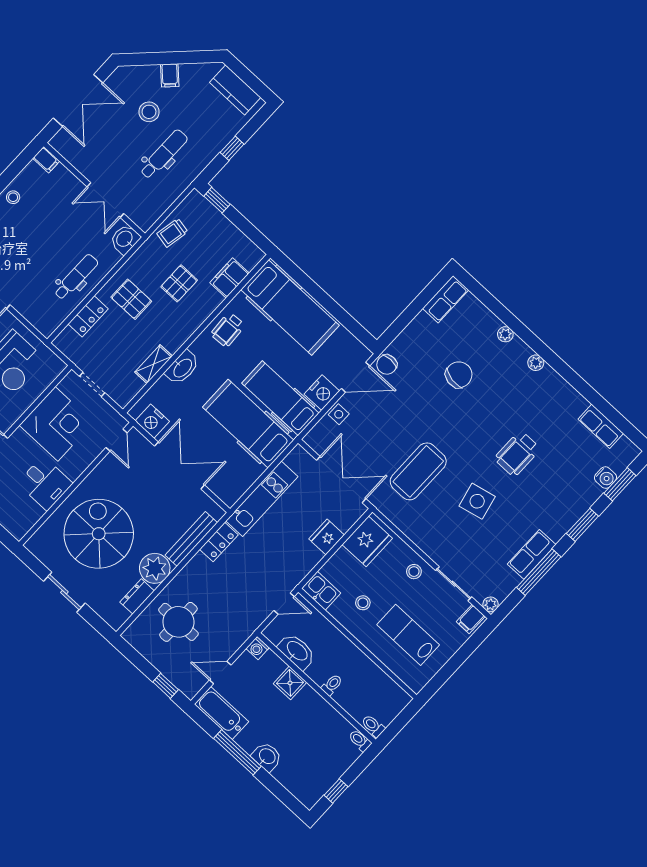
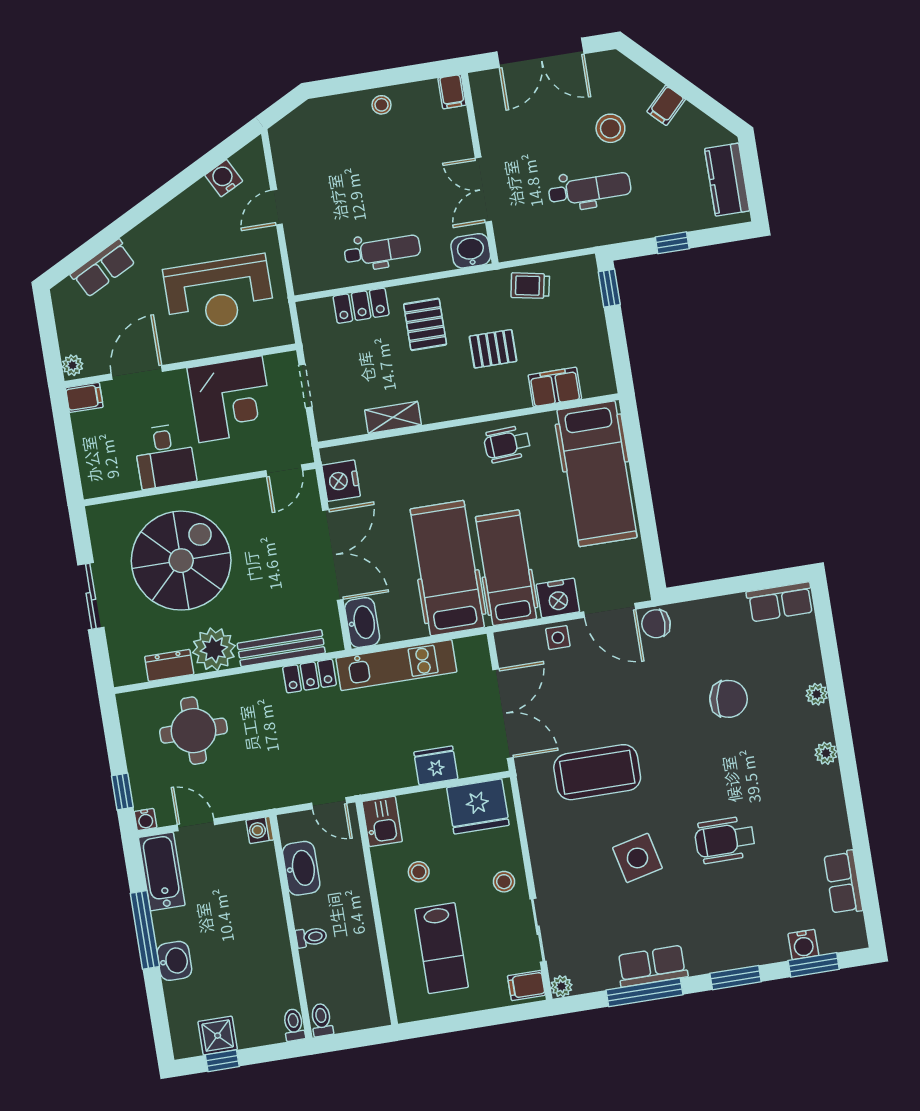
washbasin: (182, 368) -> (362, 623), moved, turned -90
lab bench: (408, 635) -> (442, 948), turned 180
shower: (290, 683) -> (218, 1036), moved
water cooler: (190, 691) -> (145, 820), added

